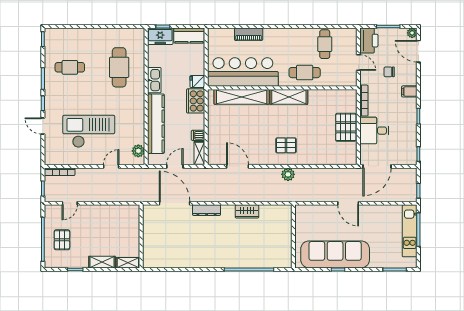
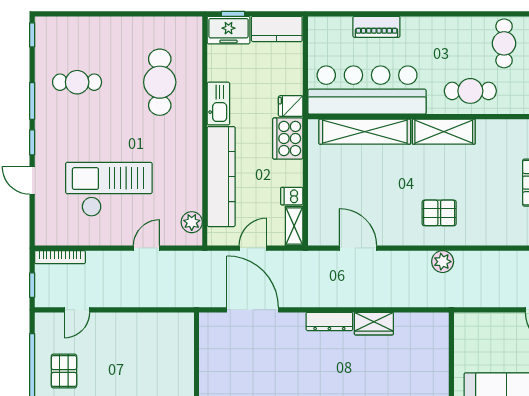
dresser: (207, 210) -> (329, 321), moved

